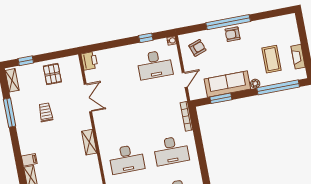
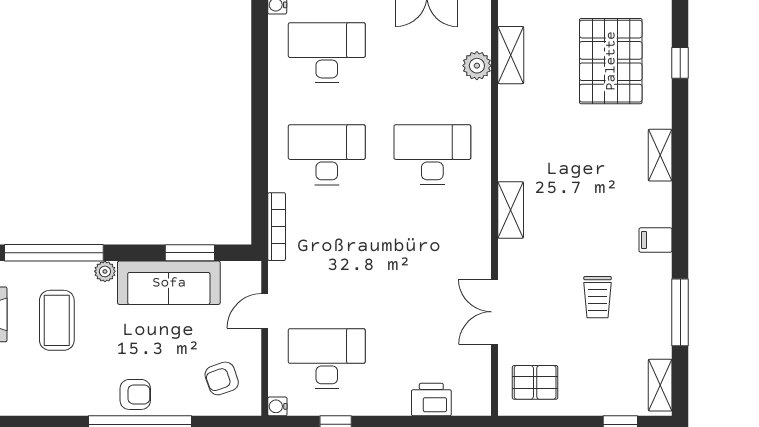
printer: (89, 61) -> (431, 399), moved, turned 90
pallet: (52, 74) -> (535, 382), moved, turned 90
filing cabinet: (29, 160) -> (655, 240), moved

